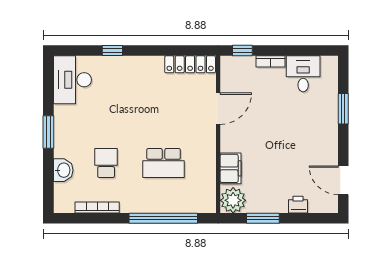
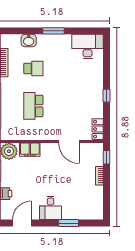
window: (112, 51) -> (107, 96), moved
locker: (190, 64) -> (98, 129), width x0.66
desk: (303, 74) -> (50, 208), moved, turned 90

